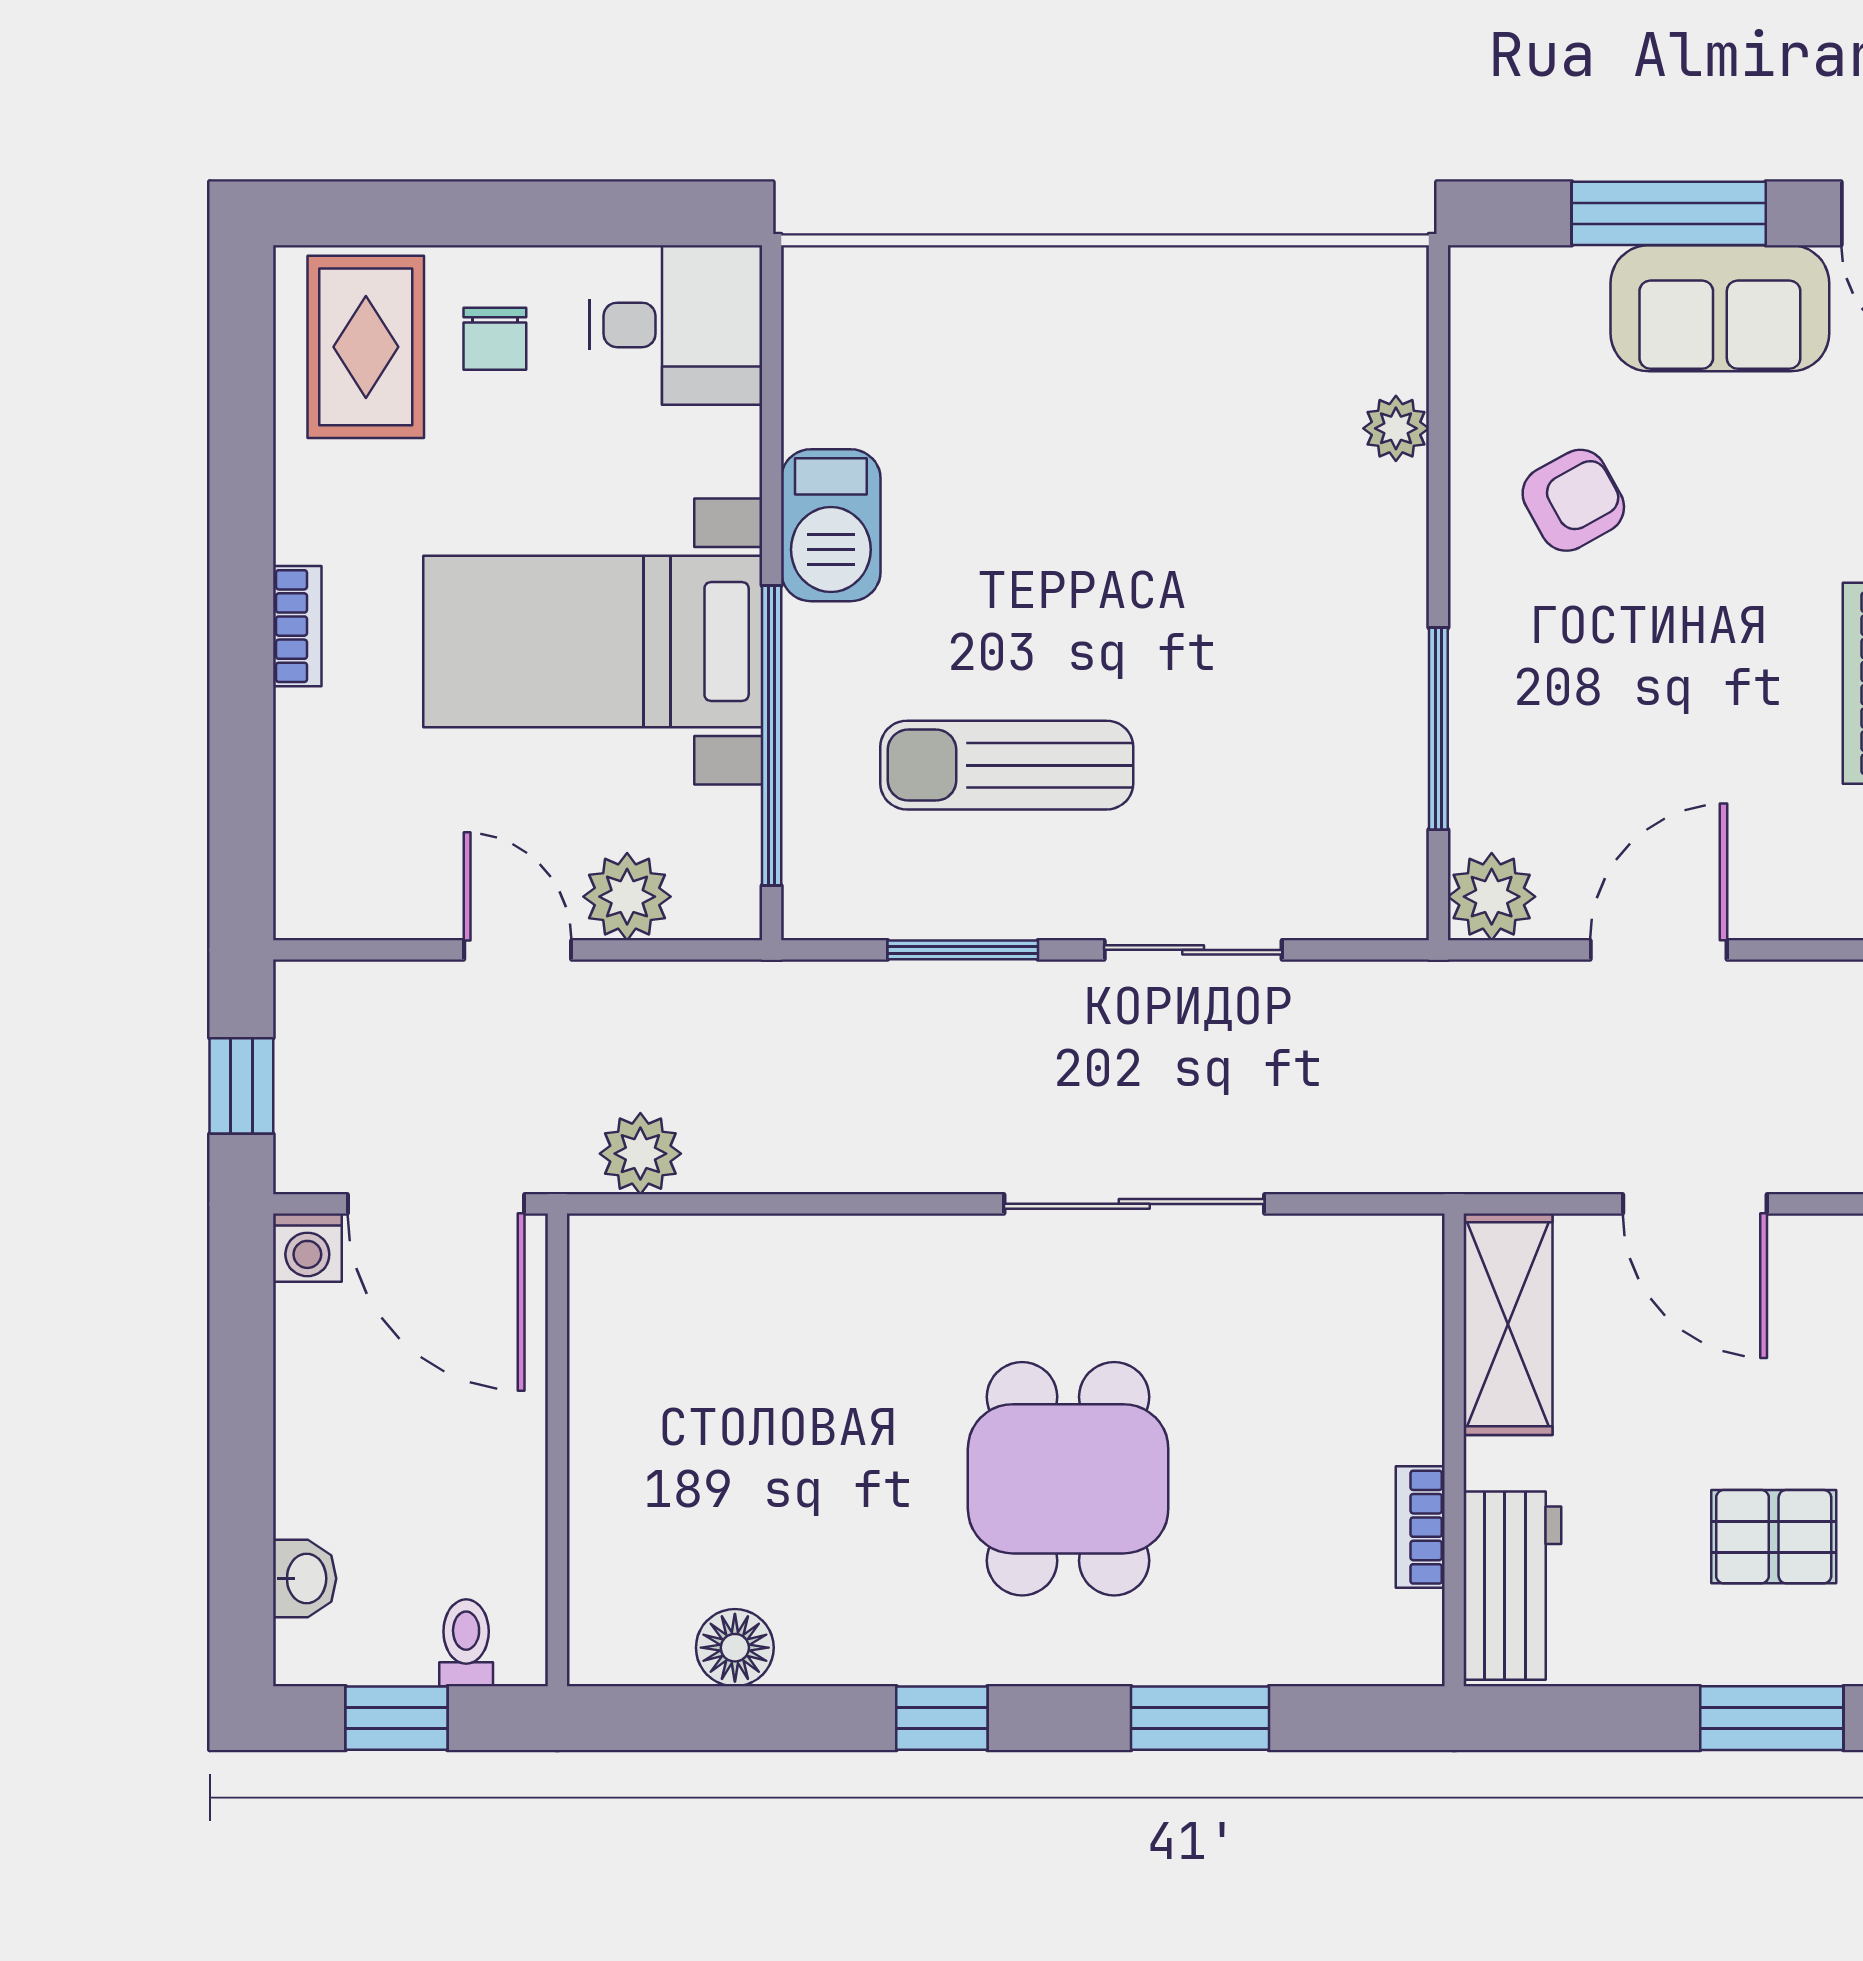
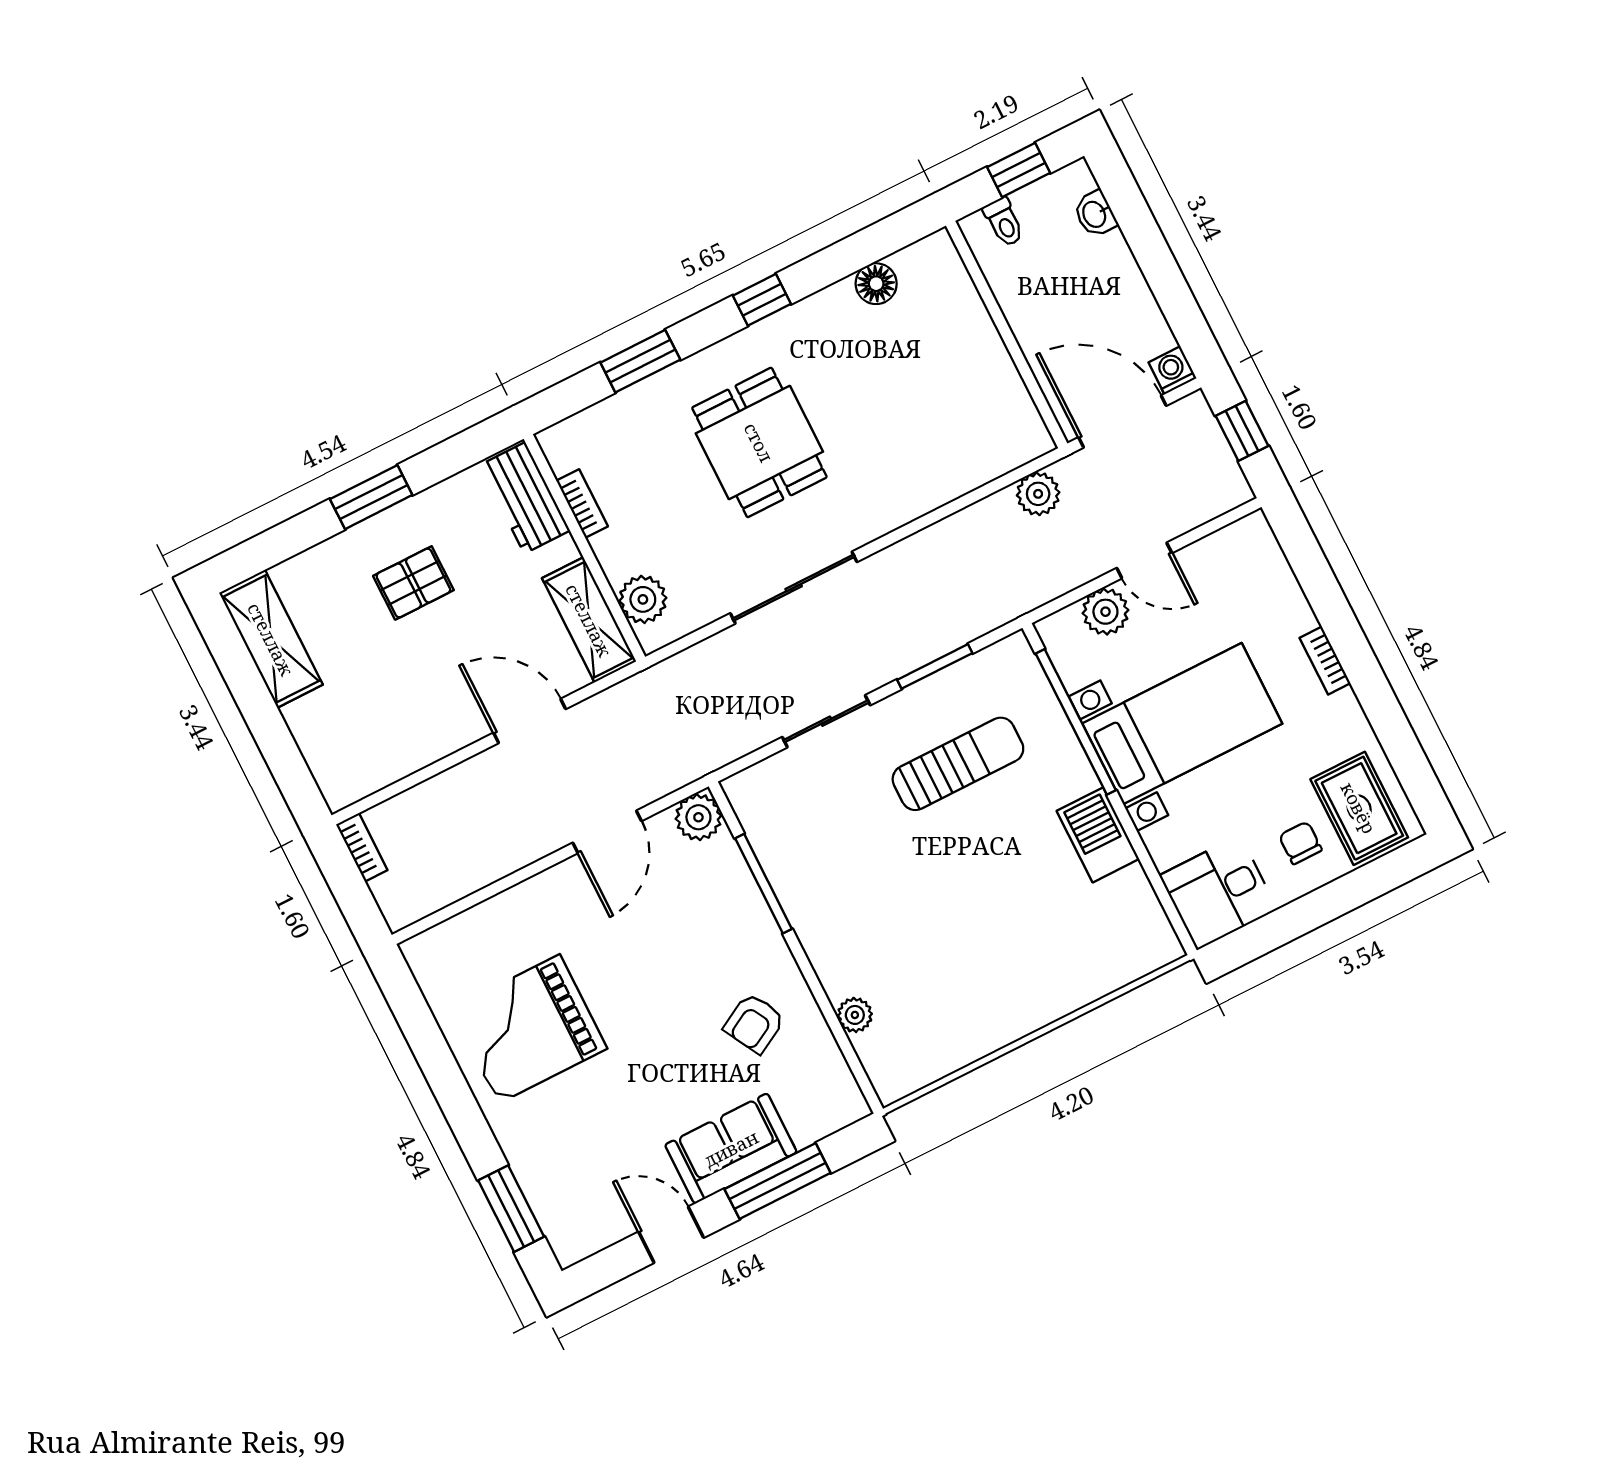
plant: (1400, 1313) -> (643, 599), added

